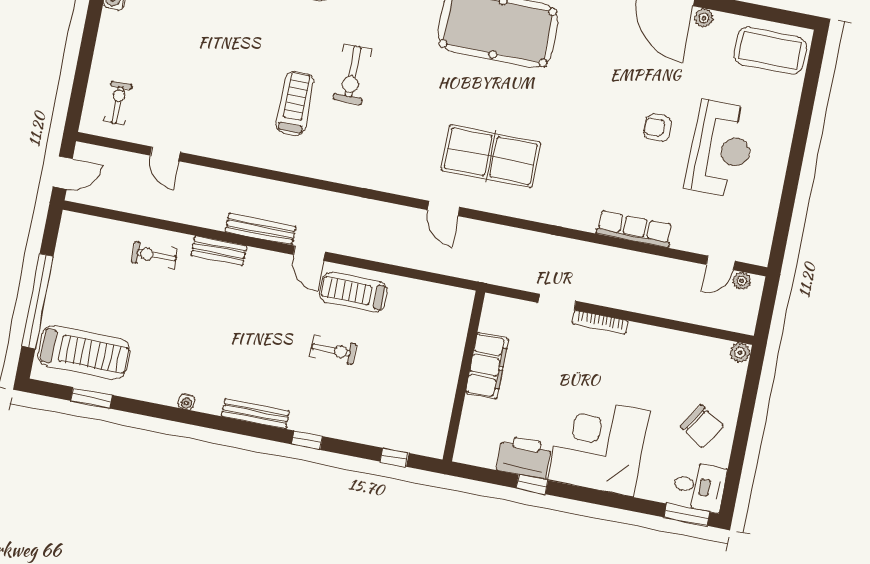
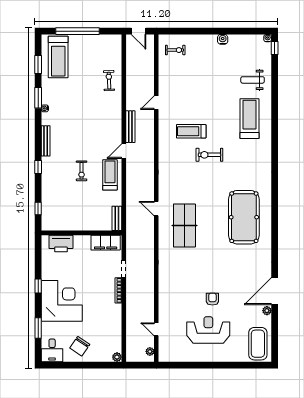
treadmill: (295, 103) -> (191, 131), turned 180
reception desk: (721, 149) -> (208, 330), turned 180
door: (165, 154) -> (156, 103), moved
door: (444, 209) -> (156, 209), hinge flipped
row of seats: (634, 229) -> (164, 298), removed
bench: (219, 251) -> (117, 218), moved
door: (721, 263) -> (156, 329), moved
filing cabinet: (487, 366) -> (106, 243), moved
window: (161, 412) -> (38, 98), added
printer: (524, 457) -> (61, 244), moved, turned 90
window: (532, 484) -> (38, 286), moved
window: (687, 515) -> (38, 328), moved

